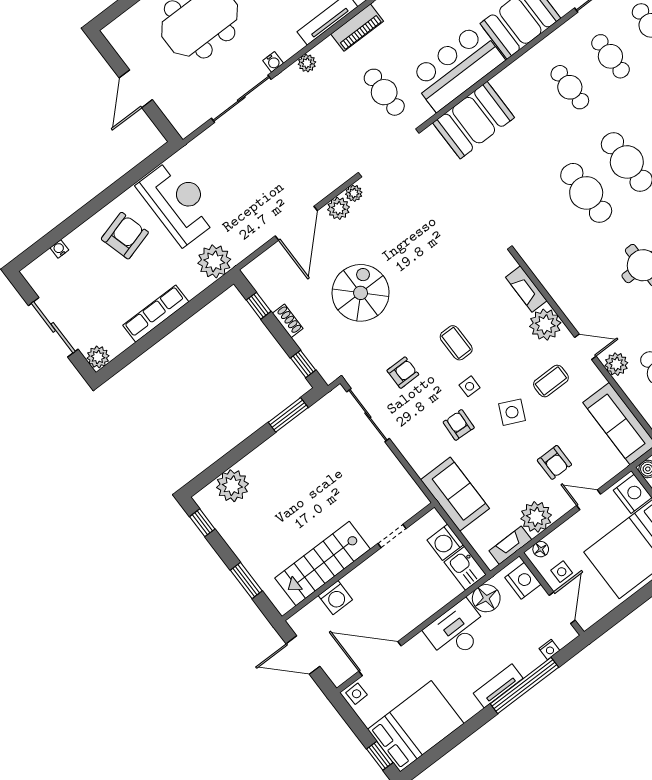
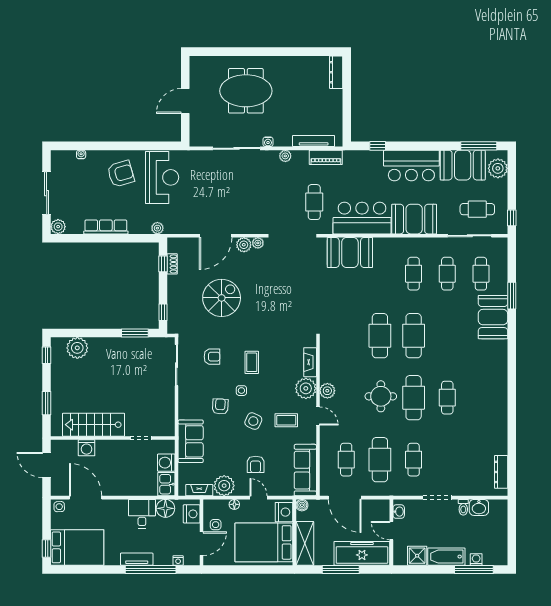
plant: (214, 261) -> (157, 228), width x0.53, depth x0.53
shoe rack: (288, 321) -> (172, 264), moved
plant: (616, 364) -> (327, 391), moved
floor lamp: (541, 549) -> (234, 504), moved
desk: (457, 631) -> (142, 514), width x0.73

